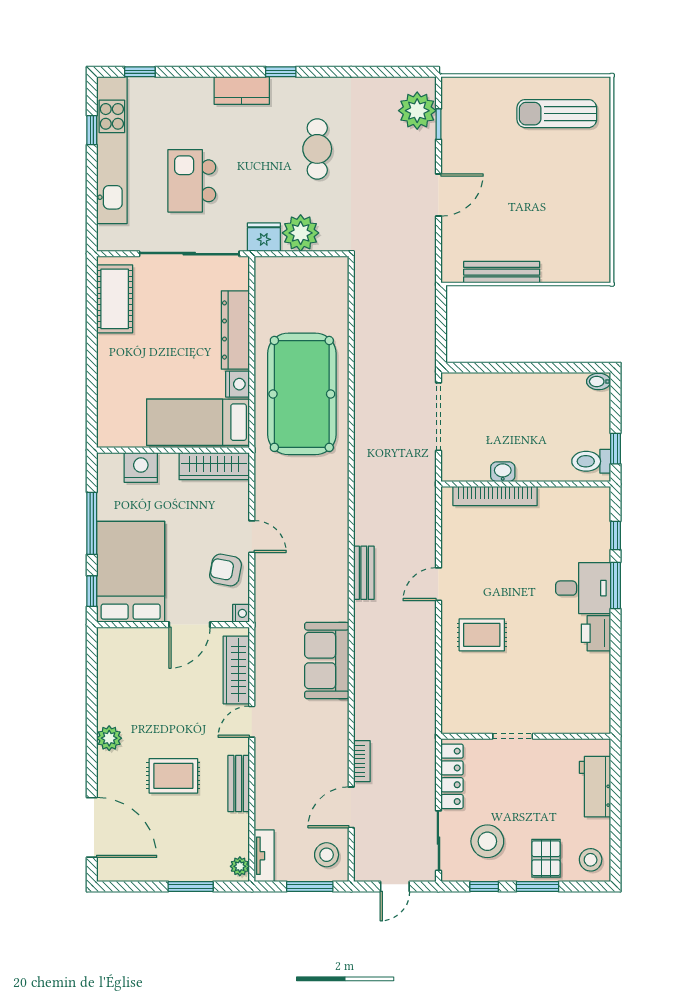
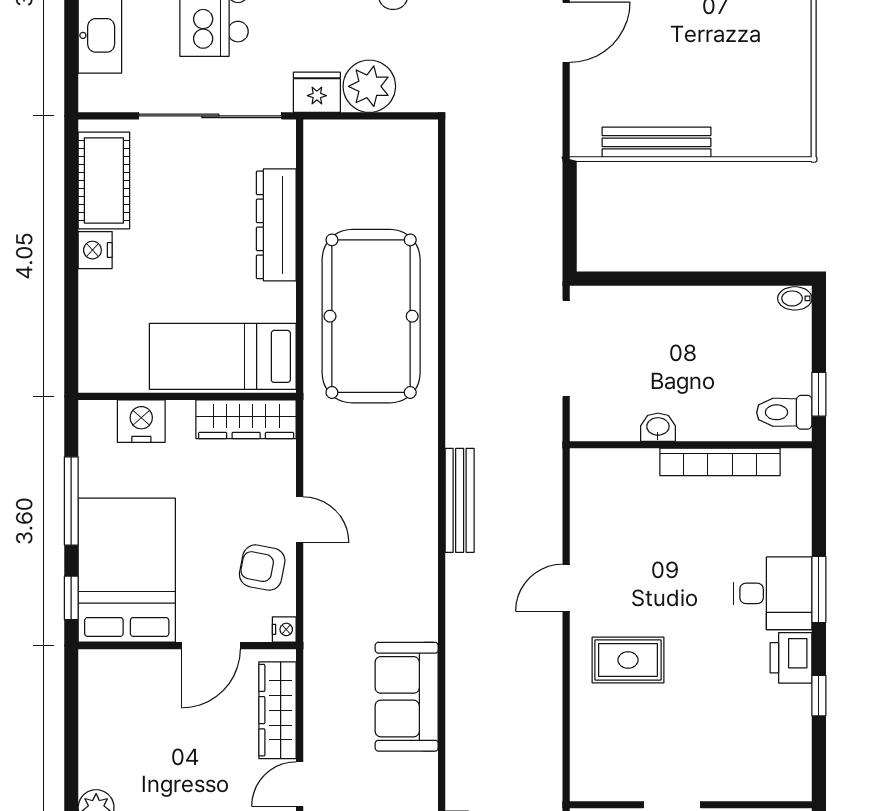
nightstand: (237, 384) -> (95, 250), moved, turned 180
bookcase: (495, 496) -> (720, 462), moved
window: (615, 536) -> (819, 696), moved
bench: (364, 573) -> (460, 500), moved, width x1.36

